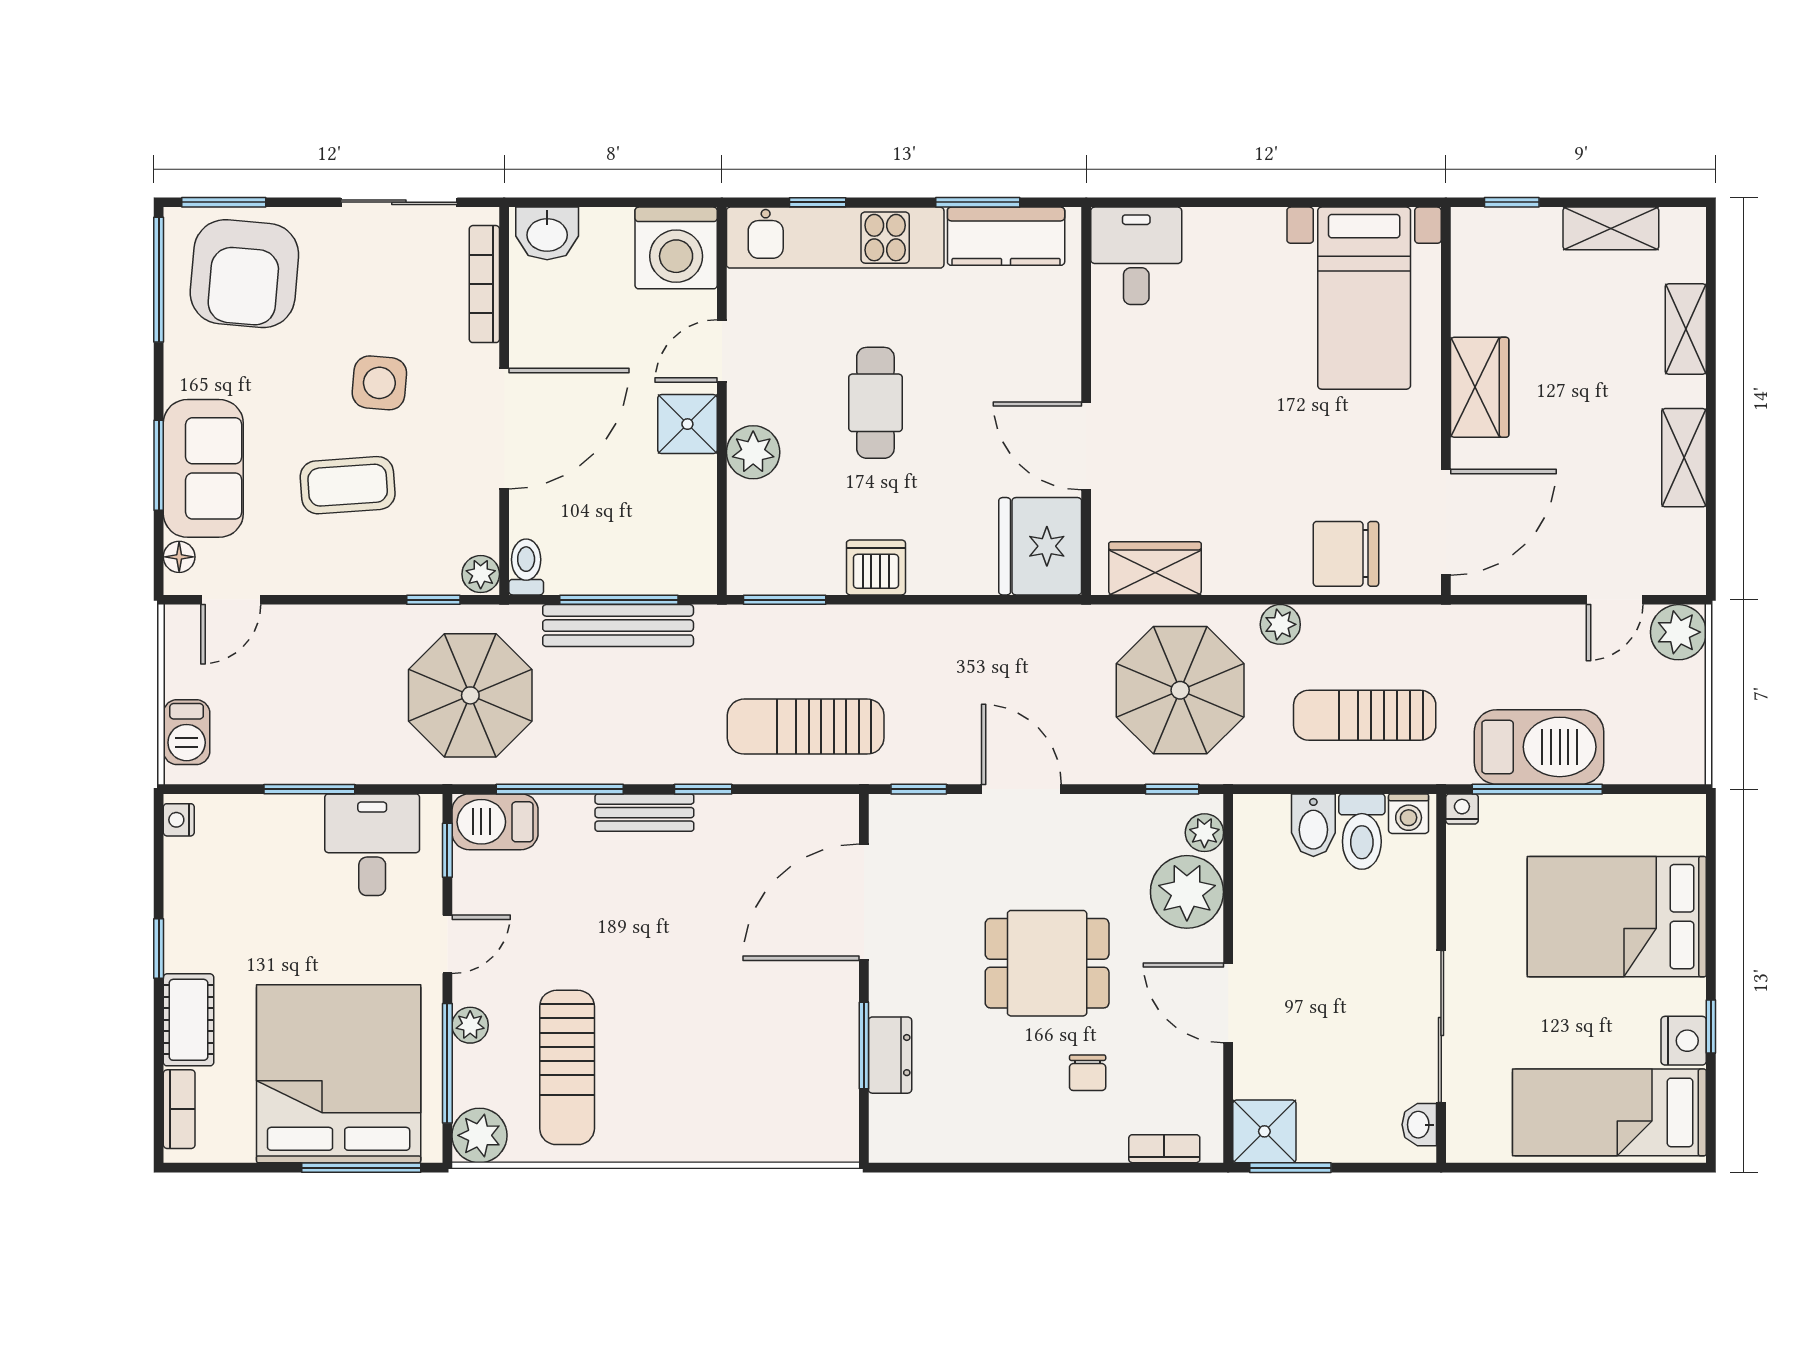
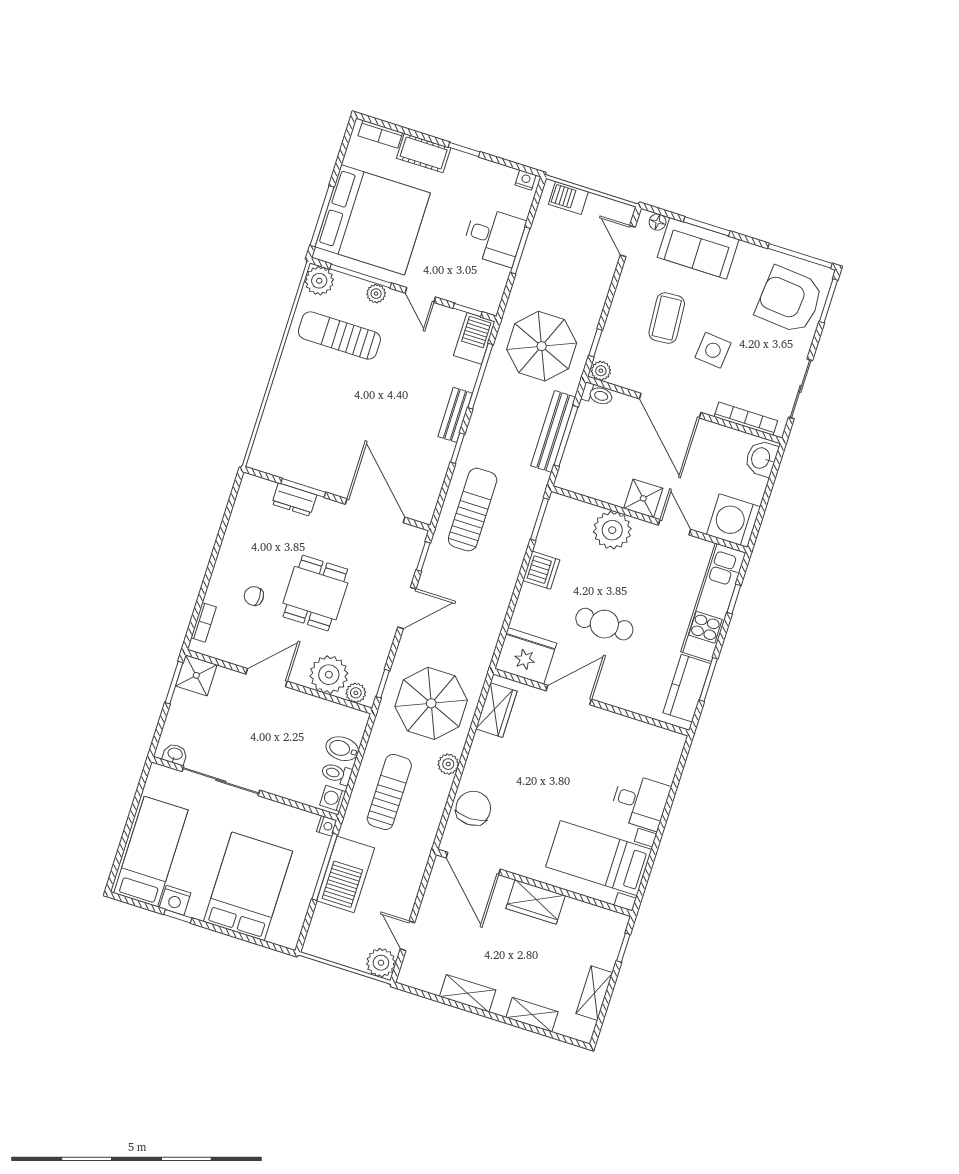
desk: (1136, 256) -> (640, 802), moved
cafe table: (875, 403) -> (604, 624), moved
plant: (753, 452) -> (612, 530), width x1.36, depth x1.36
toilet: (1362, 832) -> (337, 774), width x0.73, depth x0.72
desk: (372, 845) -> (494, 236), moved

